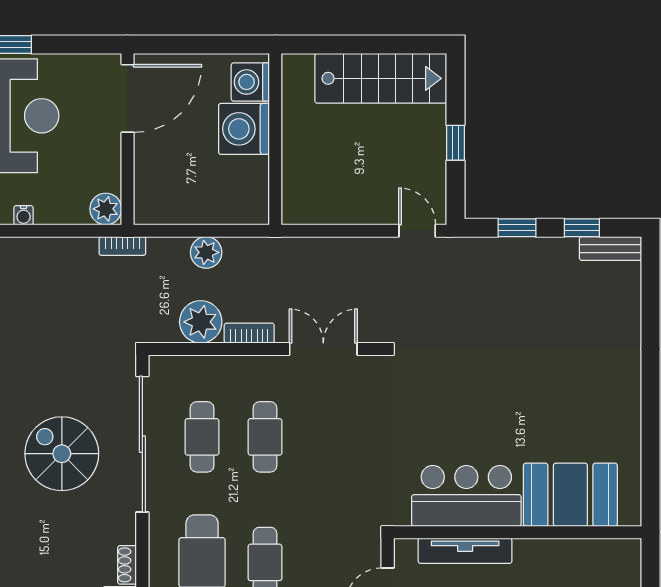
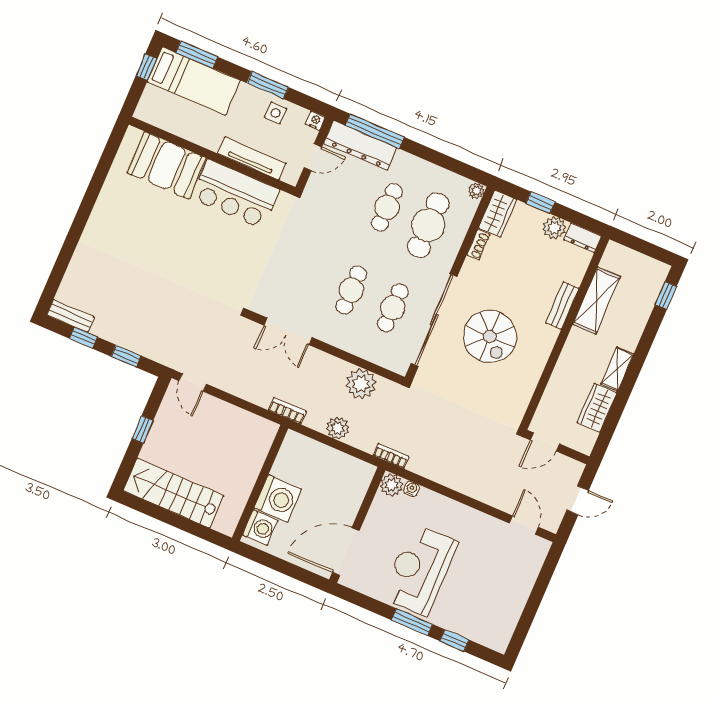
water cooler: (24, 215) -> (412, 489), moved
bookcase: (249, 333) -> (287, 411), moved, turned 180

